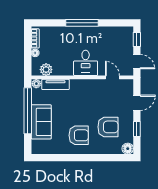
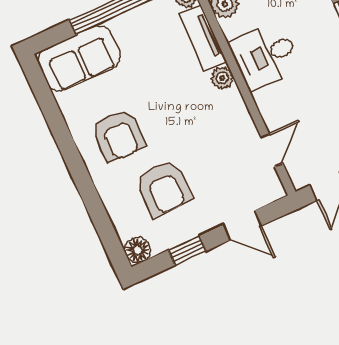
desk: (86, 63) -> (265, 56), moved
plant: (75, 84) -> (222, 78), added
sofa: (41, 122) -> (79, 58), moved

